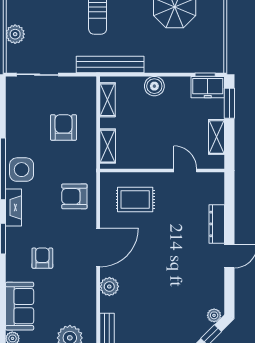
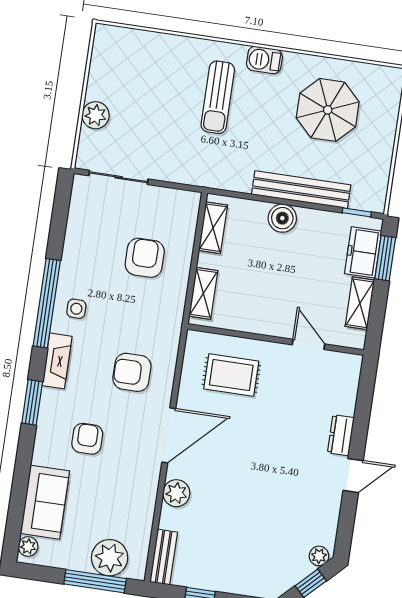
bench: (110, 65) -> (301, 190), moved
freezer: (208, 87) -> (363, 252), moved, turned 90
side table: (22, 170) -> (76, 309), width x0.54, depth x0.54
armchair: (74, 196) -> (132, 372), moved
dresser: (217, 224) -> (341, 435), width x0.70

